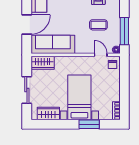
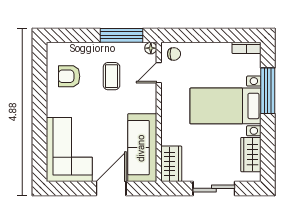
door: (27, 25) -> (111, 188), hinge flipped
window: (89, 124) -> (268, 91), width x1.44

